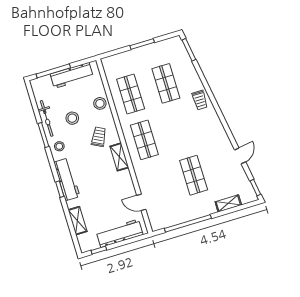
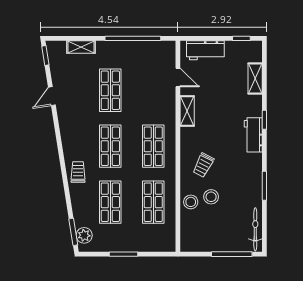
plant: (179, 50) -> (84, 235), added
workbench: (72, 75) -> (213, 243), removed
bicycle: (47, 118) -> (255, 229), moved
stool: (72, 118) -> (211, 197), moved
shop shelf: (180, 129) -> (110, 146), added
stool: (59, 146) -> (250, 168), removed
shelving: (119, 157) -> (187, 111), moved
workbench: (67, 179) -> (253, 135), width x0.73
workbench: (120, 233) -> (205, 50), width x0.73

